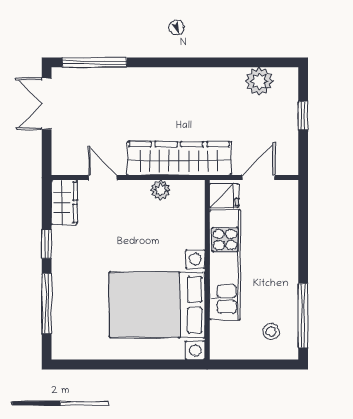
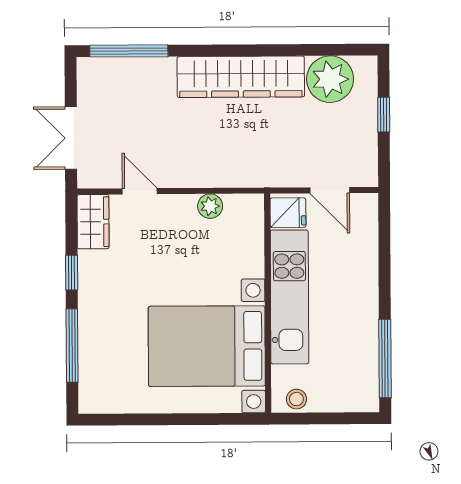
plant: (259, 81) -> (330, 79), width x1.36, depth x1.36
double door: (47, 104) -> (71, 138), moved
wardrobe: (179, 158) -> (241, 77), moved, turned 180
door: (258, 178) -> (330, 190), swing flipped
stool: (271, 331) -> (296, 399), moved

